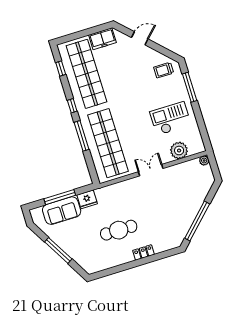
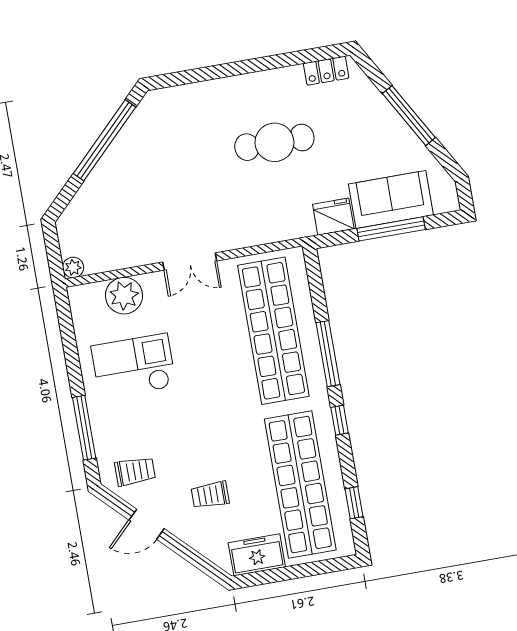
door: (140, 38) -> (147, 524), moved
trolley: (127, 64) -> (210, 495), added
checkout: (170, 119) -> (134, 366), turned 180
locker: (143, 252) -> (326, 71), moved

